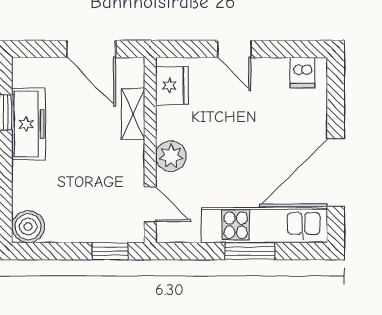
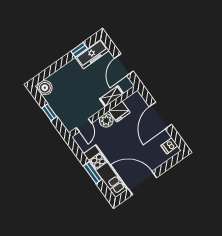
door: (234, 49) -> (160, 116), width x1.88
fridge: (172, 86) -> (119, 112), moved
freezer: (28, 124) -> (92, 54), moved
window: (110, 251) -> (49, 112), moved

